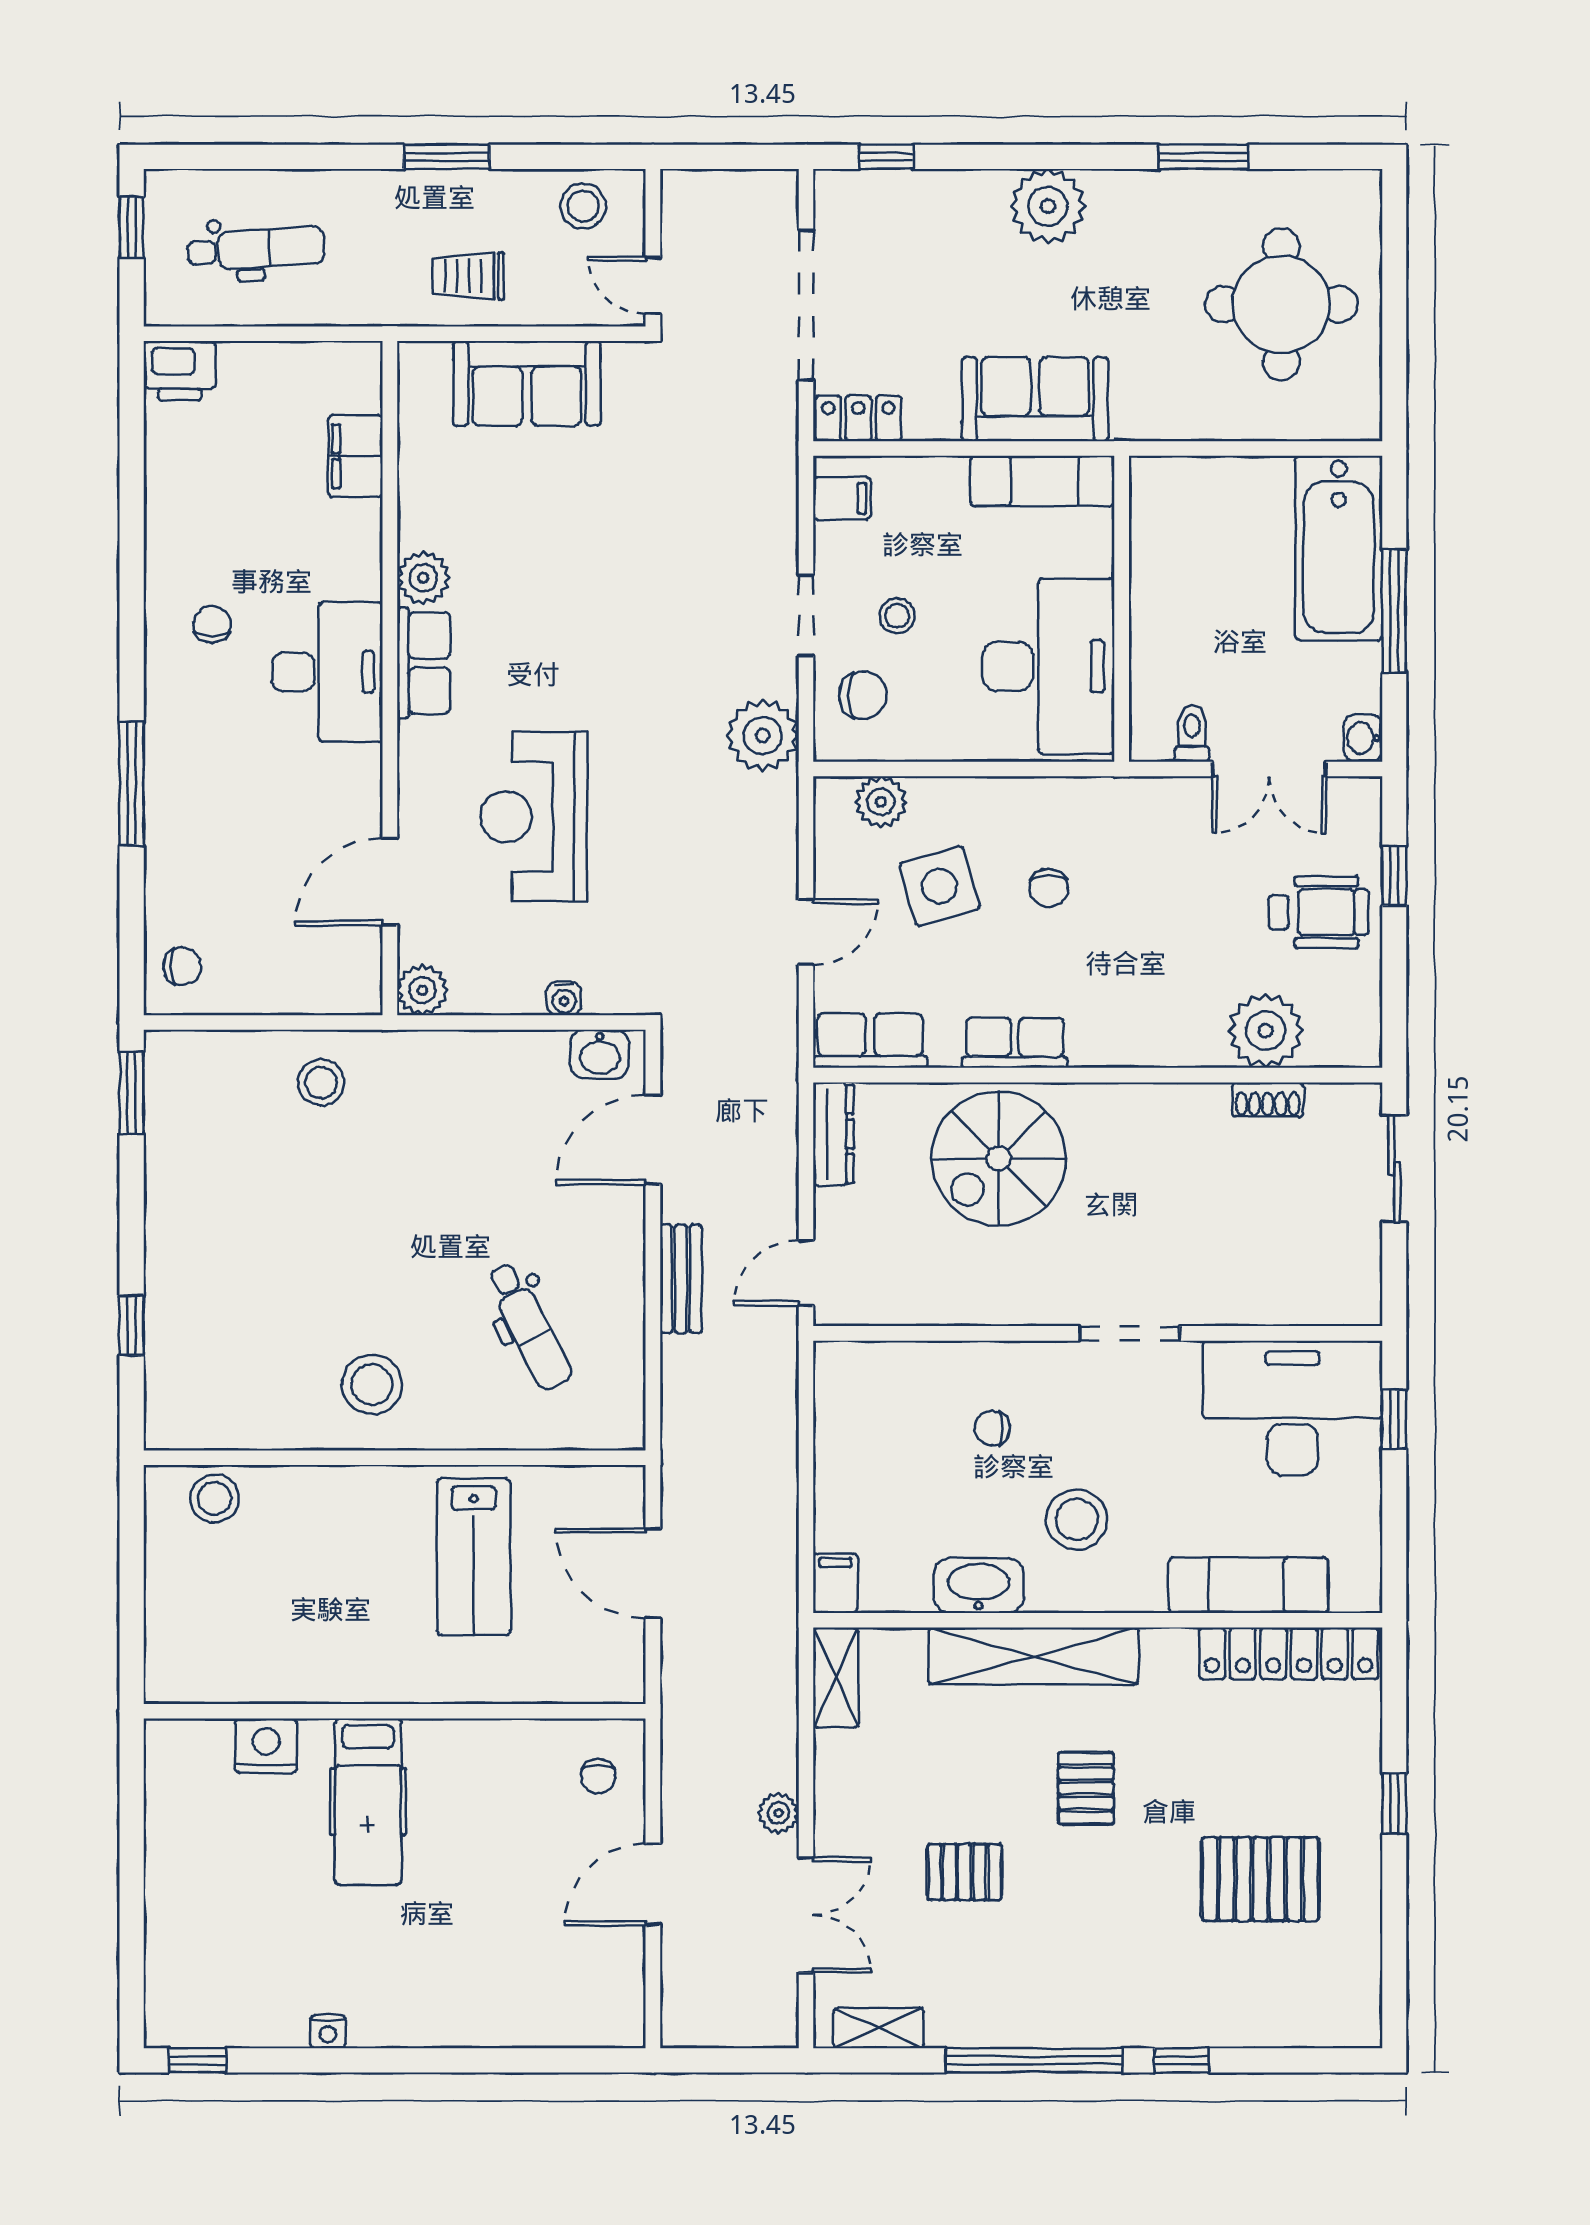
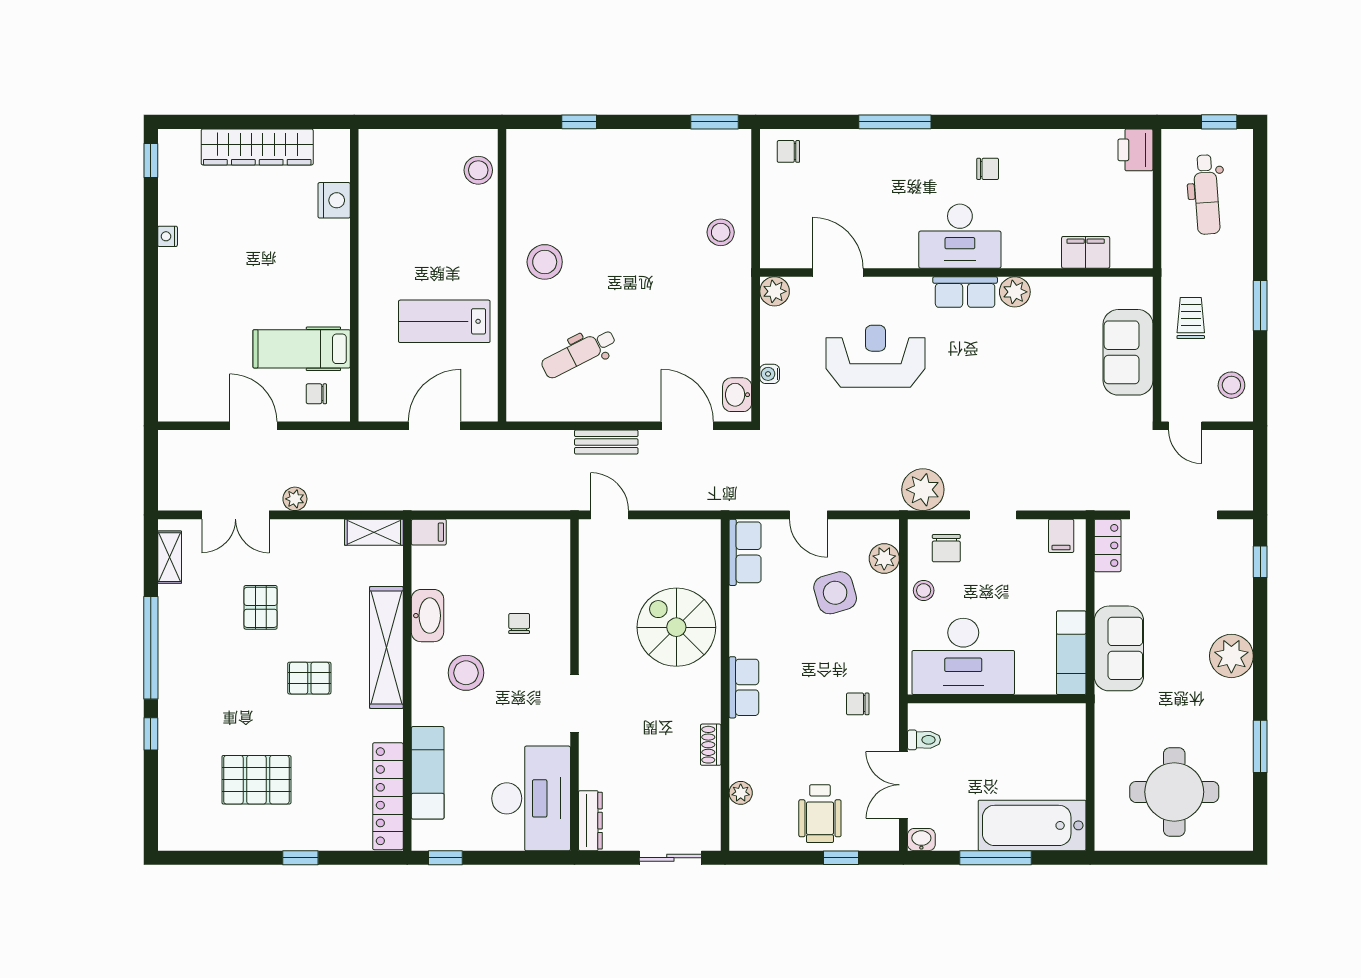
door: (653, 285) -> (1185, 426), swing flipped
stool: (897, 616) -> (924, 590), moved
chair: (1049, 888) -> (858, 704), moved
chair: (182, 966) -> (788, 151), turned 92
plant: (1266, 1031) -> (741, 793), width x0.53, depth x0.53
row of seats: (1015, 1043) -> (744, 687), moved
shoe rack: (1268, 1100) -> (711, 745), moved
dresser: (833, 1134) -> (590, 821), moved, turned -90
window: (1394, 1419) -> (445, 858), moved
hospital bed: (368, 1802) -> (302, 349), moved
wardrobe: (175, 1878) -> (257, 147), added
pallet: (1260, 1879) -> (256, 780), turned 90

